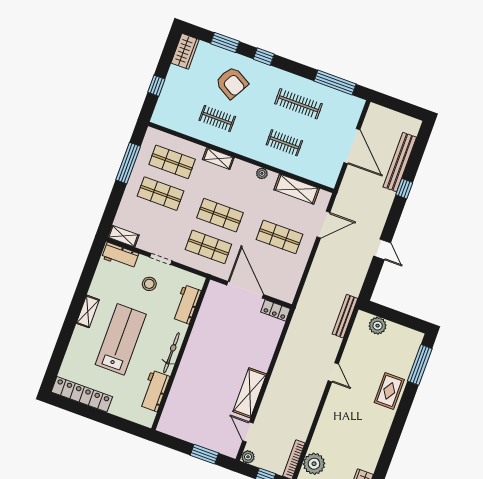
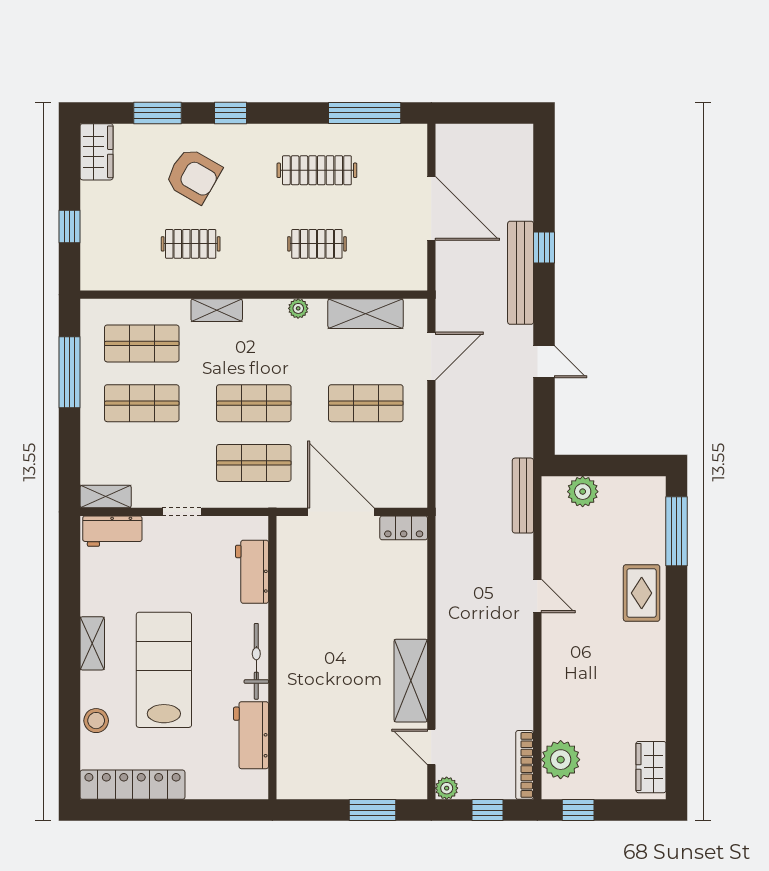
bench: (400, 162) -> (521, 273), moved
stool: (149, 284) -> (96, 721), moved

